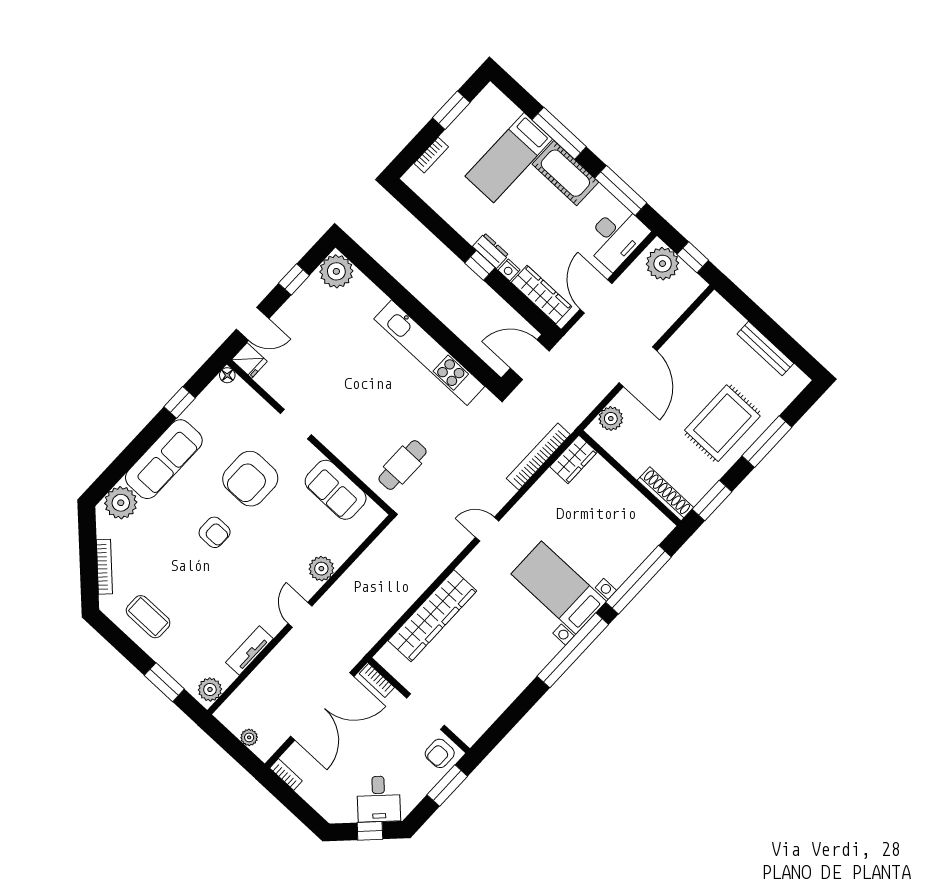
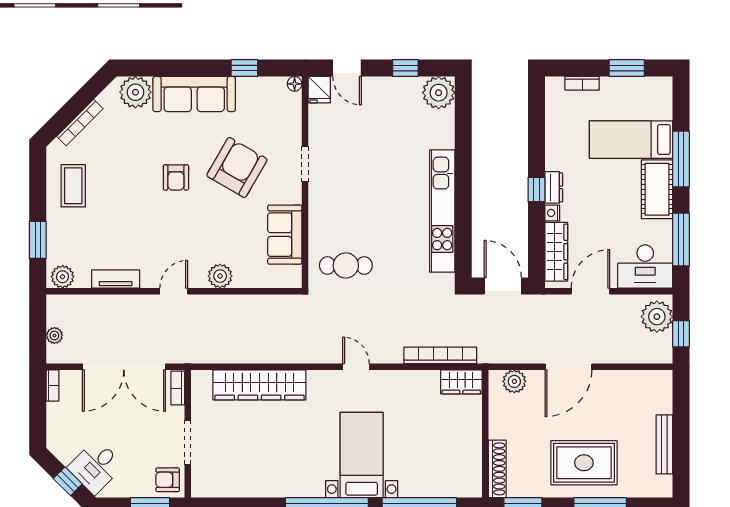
armchair: (250, 479) -> (237, 167), turned 120

